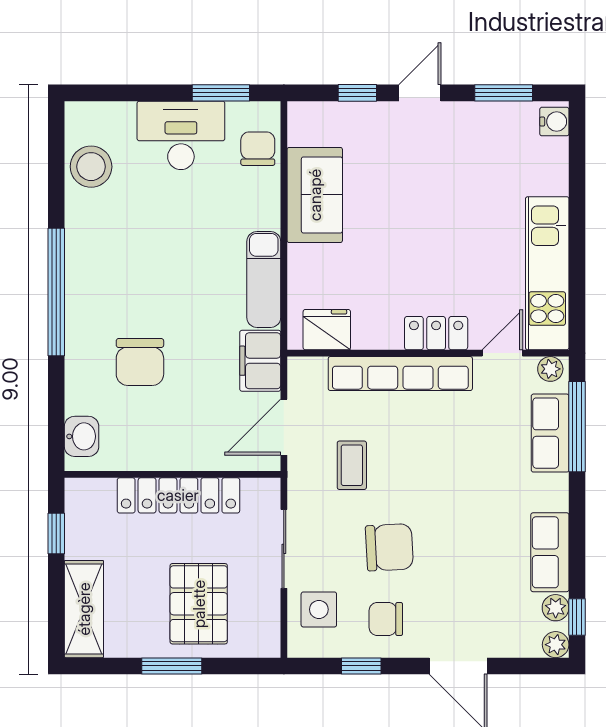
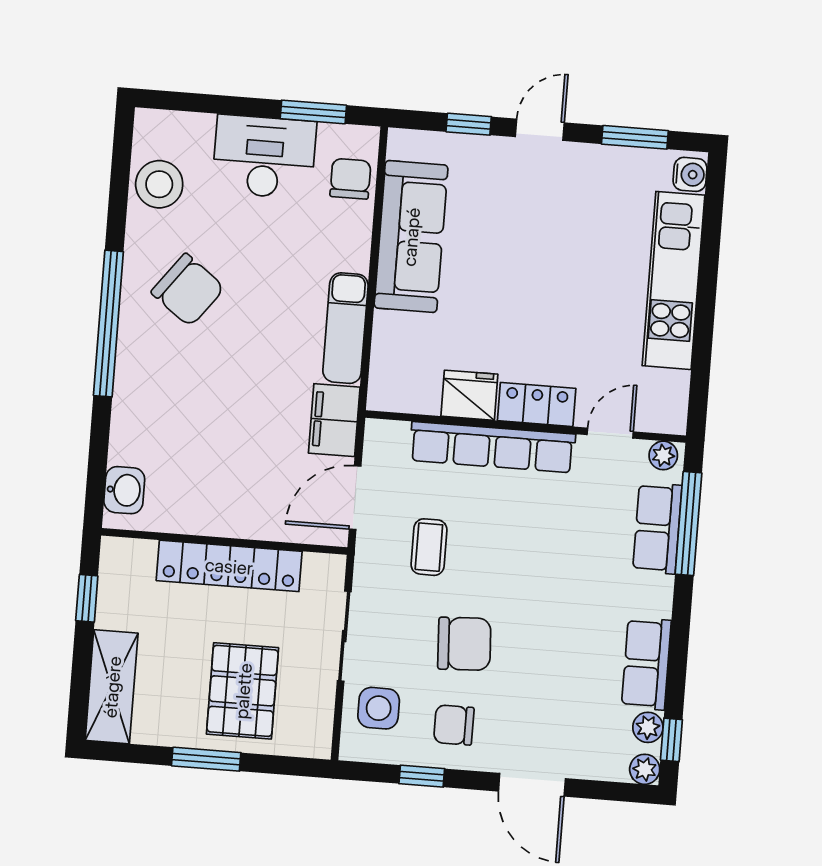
sofa: (315, 195) -> (411, 237), width x1.36
kitchen unit: (547, 273) -> (673, 280), moved
fridge: (327, 330) -> (469, 395), moved
chair: (140, 362) -> (188, 290), moved, turned -53

